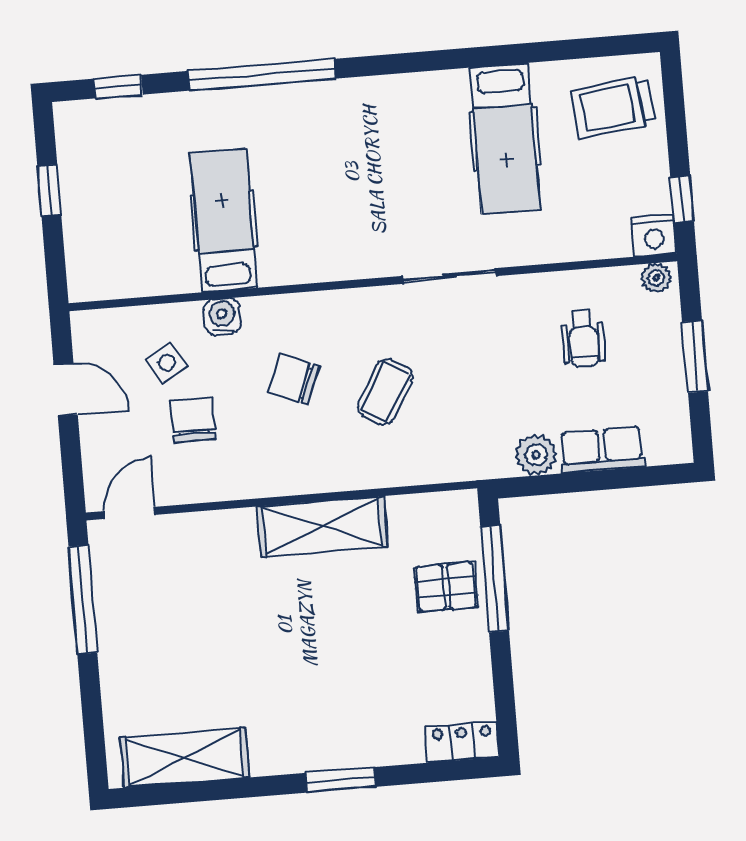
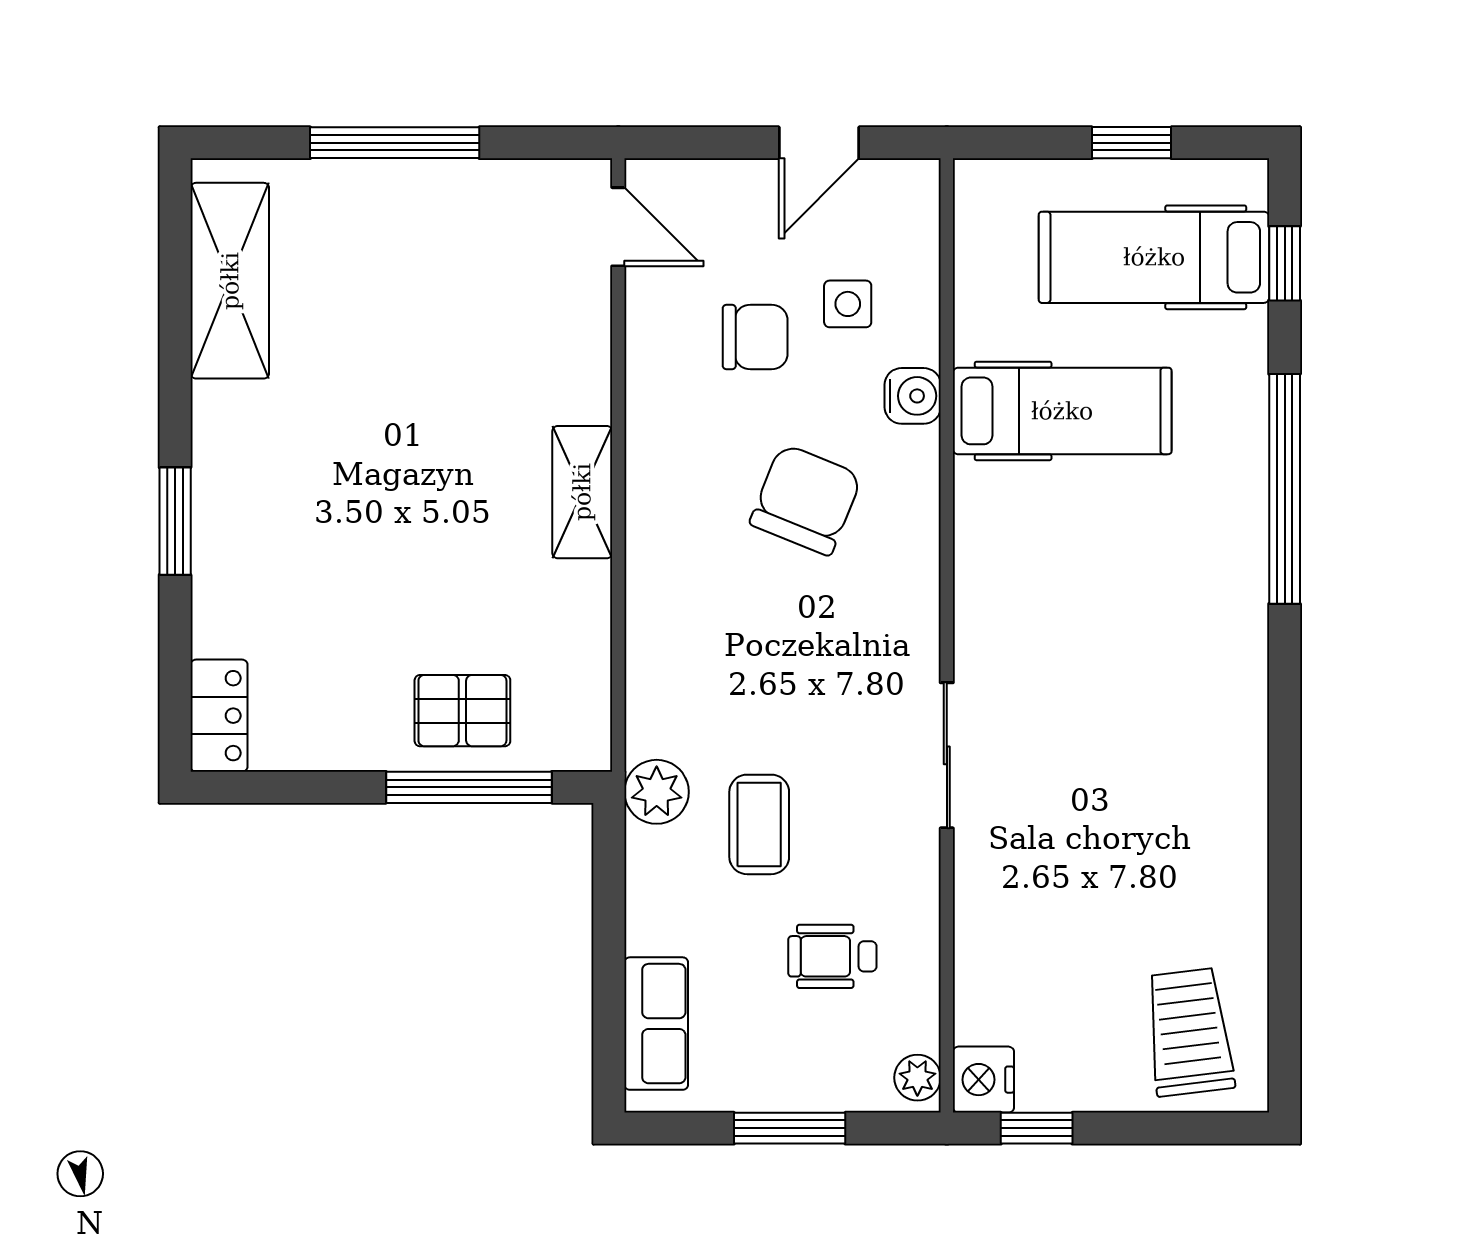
hospital bed: (505, 139) -> (1154, 257), moved
side table: (167, 363) -> (848, 304), turned 30
chair: (294, 379) -> (806, 500), width x1.37, depth x1.37
coffee table: (385, 392) -> (759, 824), moved, turned 60
row of seats: (602, 450) -> (656, 1024), moved
plant: (536, 455) -> (657, 792), moved
shelving: (322, 527) -> (582, 492), width x0.67, depth x0.75
pallet: (446, 587) -> (462, 711), turned 90
window: (83, 600) -> (395, 143), moved

